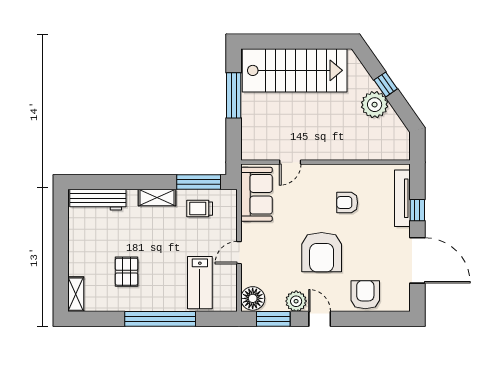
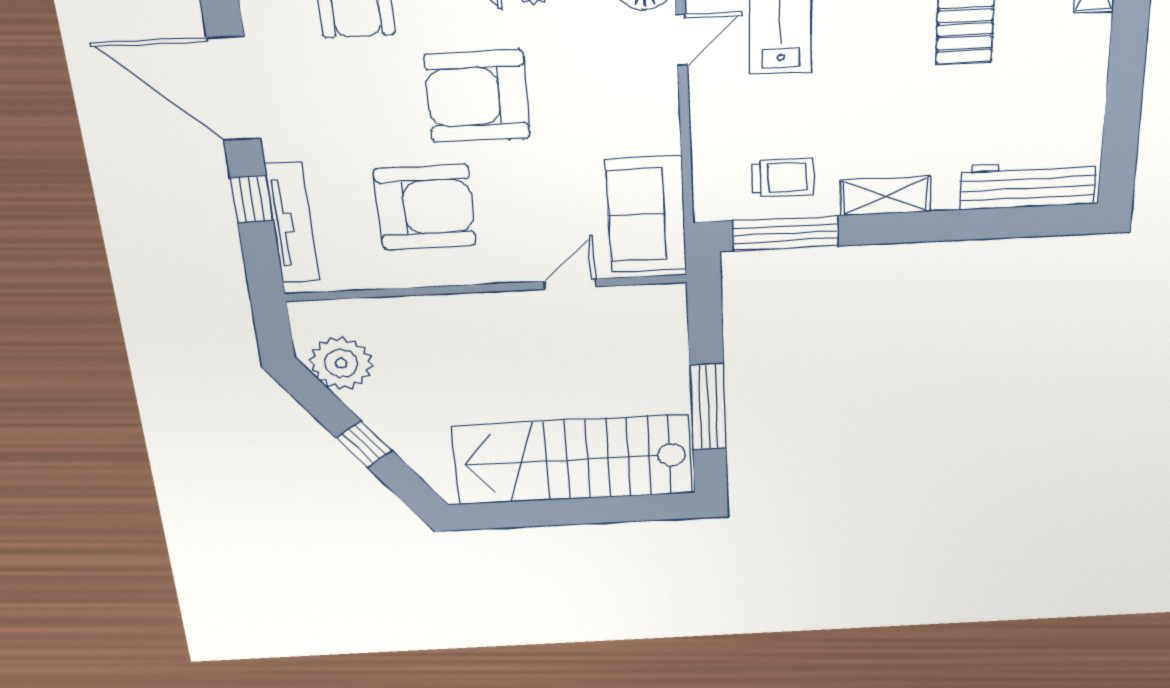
plant: (375, 105) -> (341, 363), moved
armchair: (347, 203) -> (425, 207), width x1.88, depth x1.88
armchair: (322, 252) -> (477, 97), turned -90
door: (239, 253) -> (682, 40), moved

